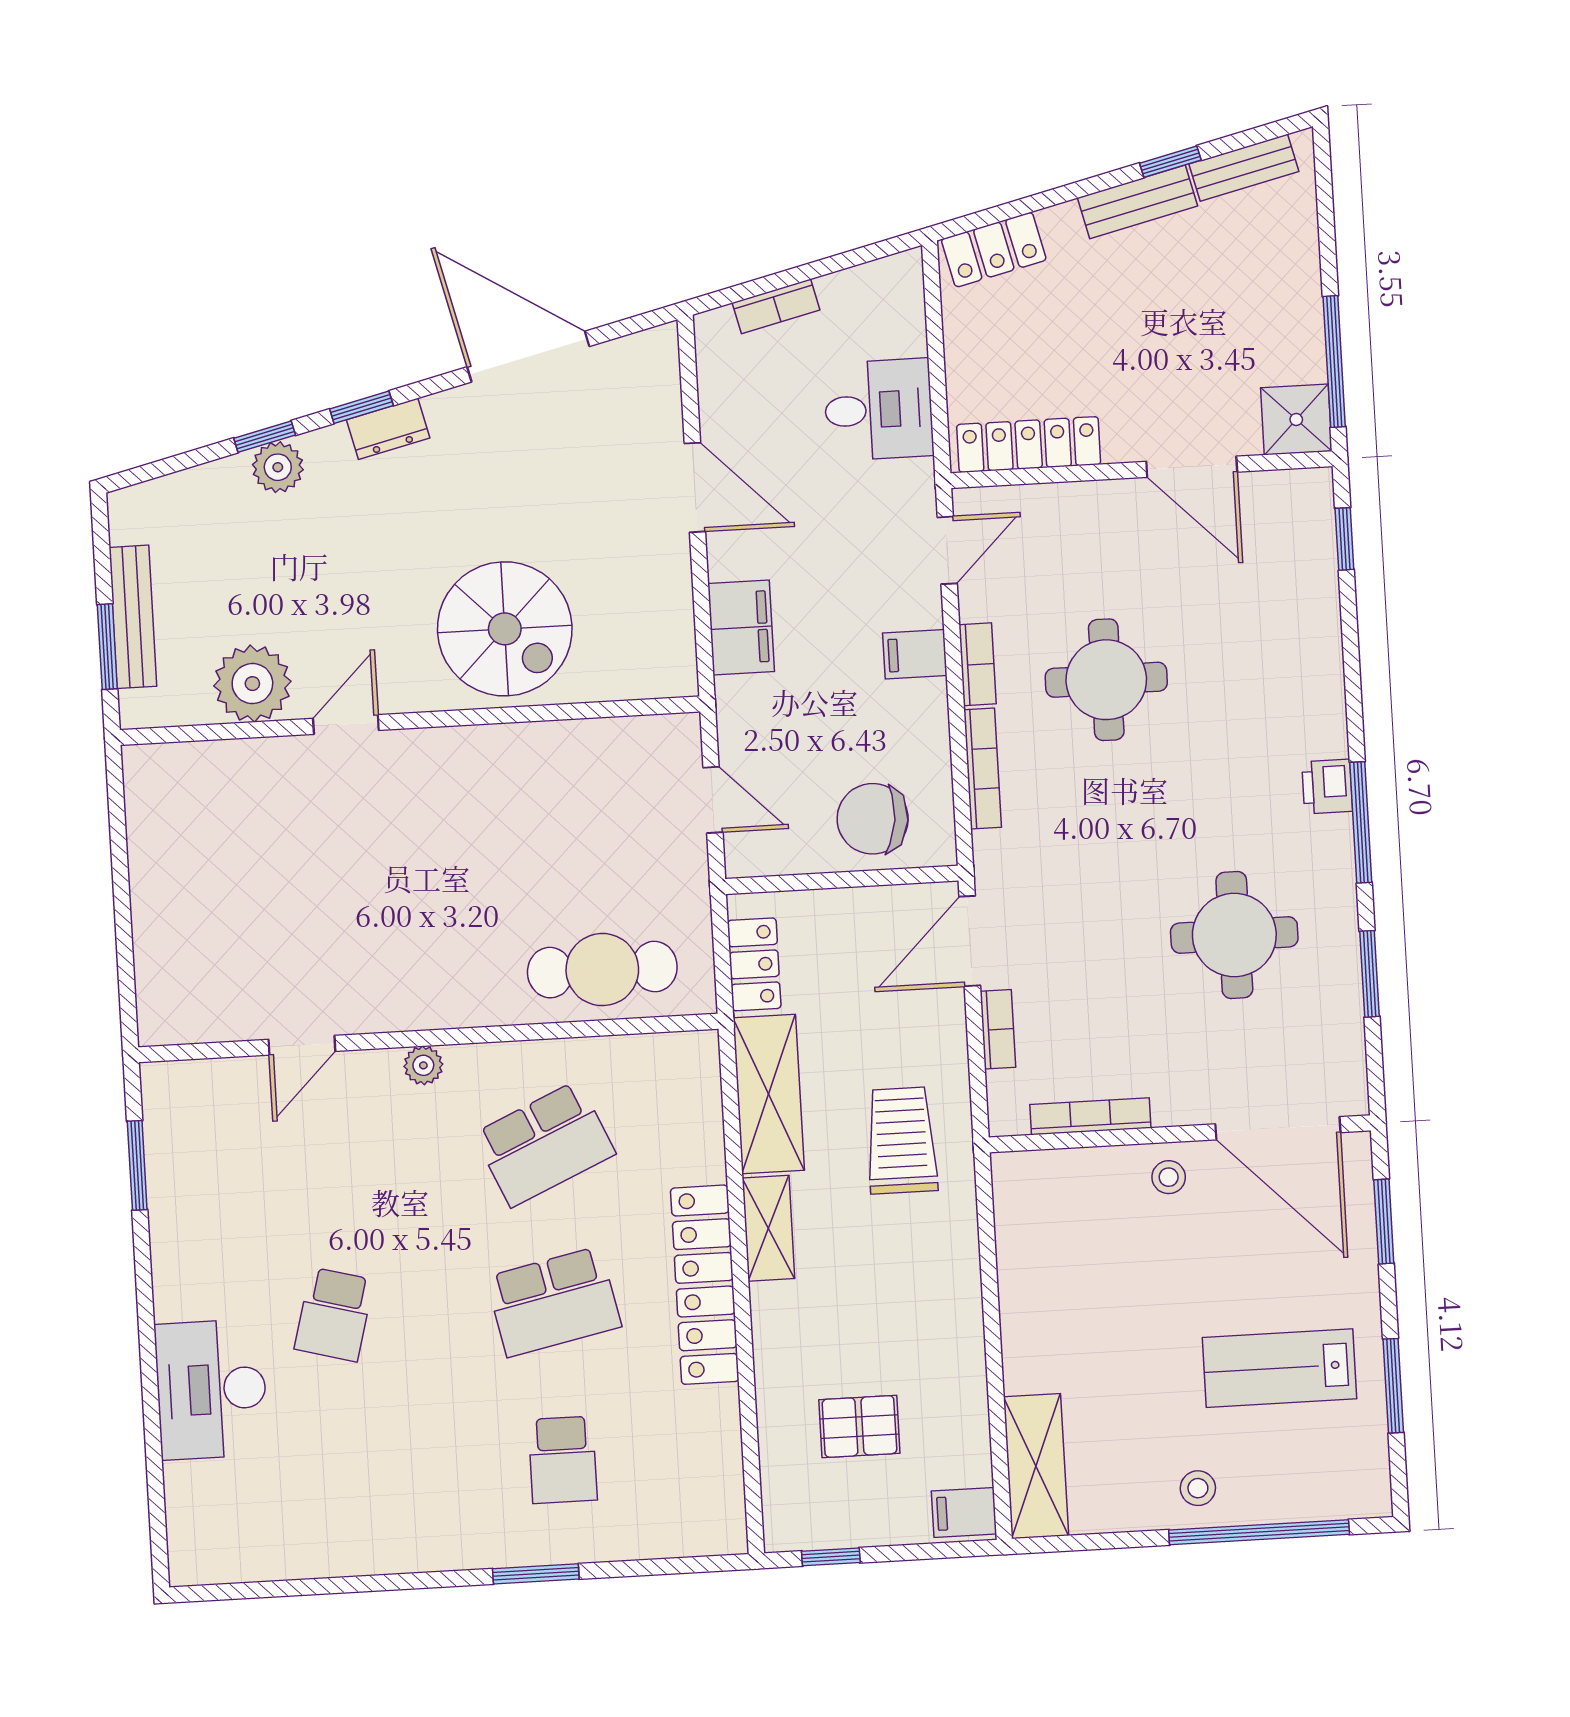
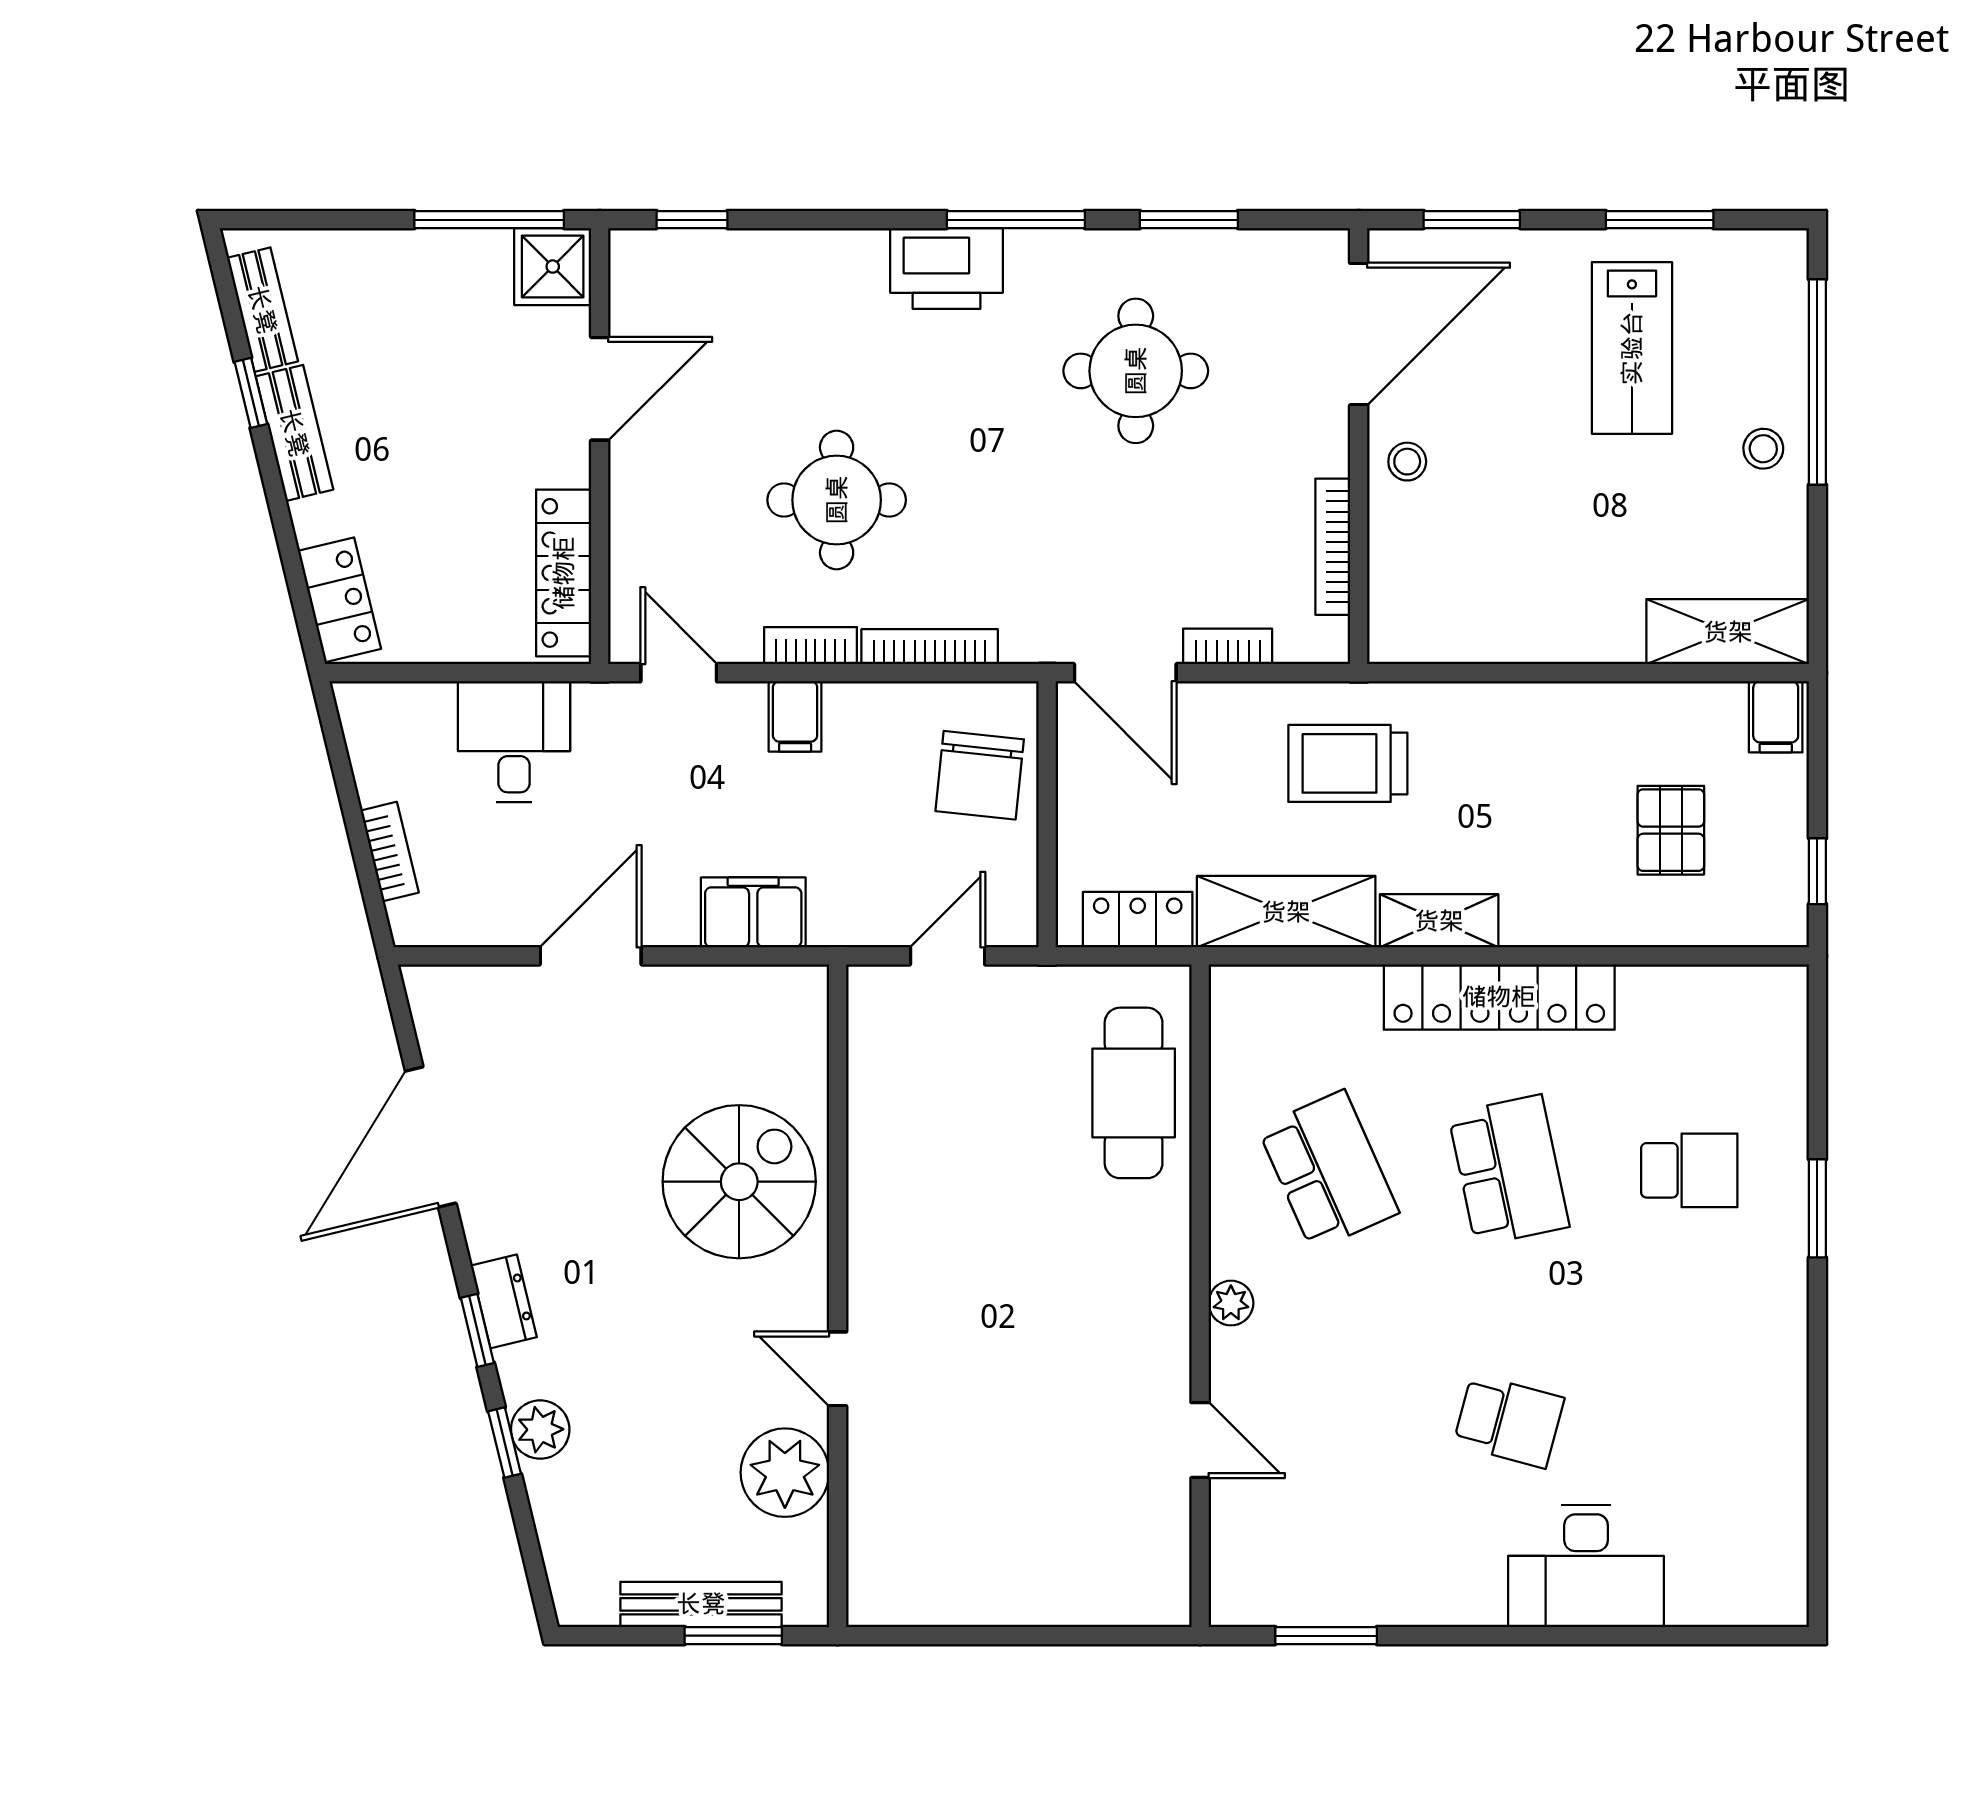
printer: (1327, 787) -> (946, 268), width x1.87, depth x1.48

